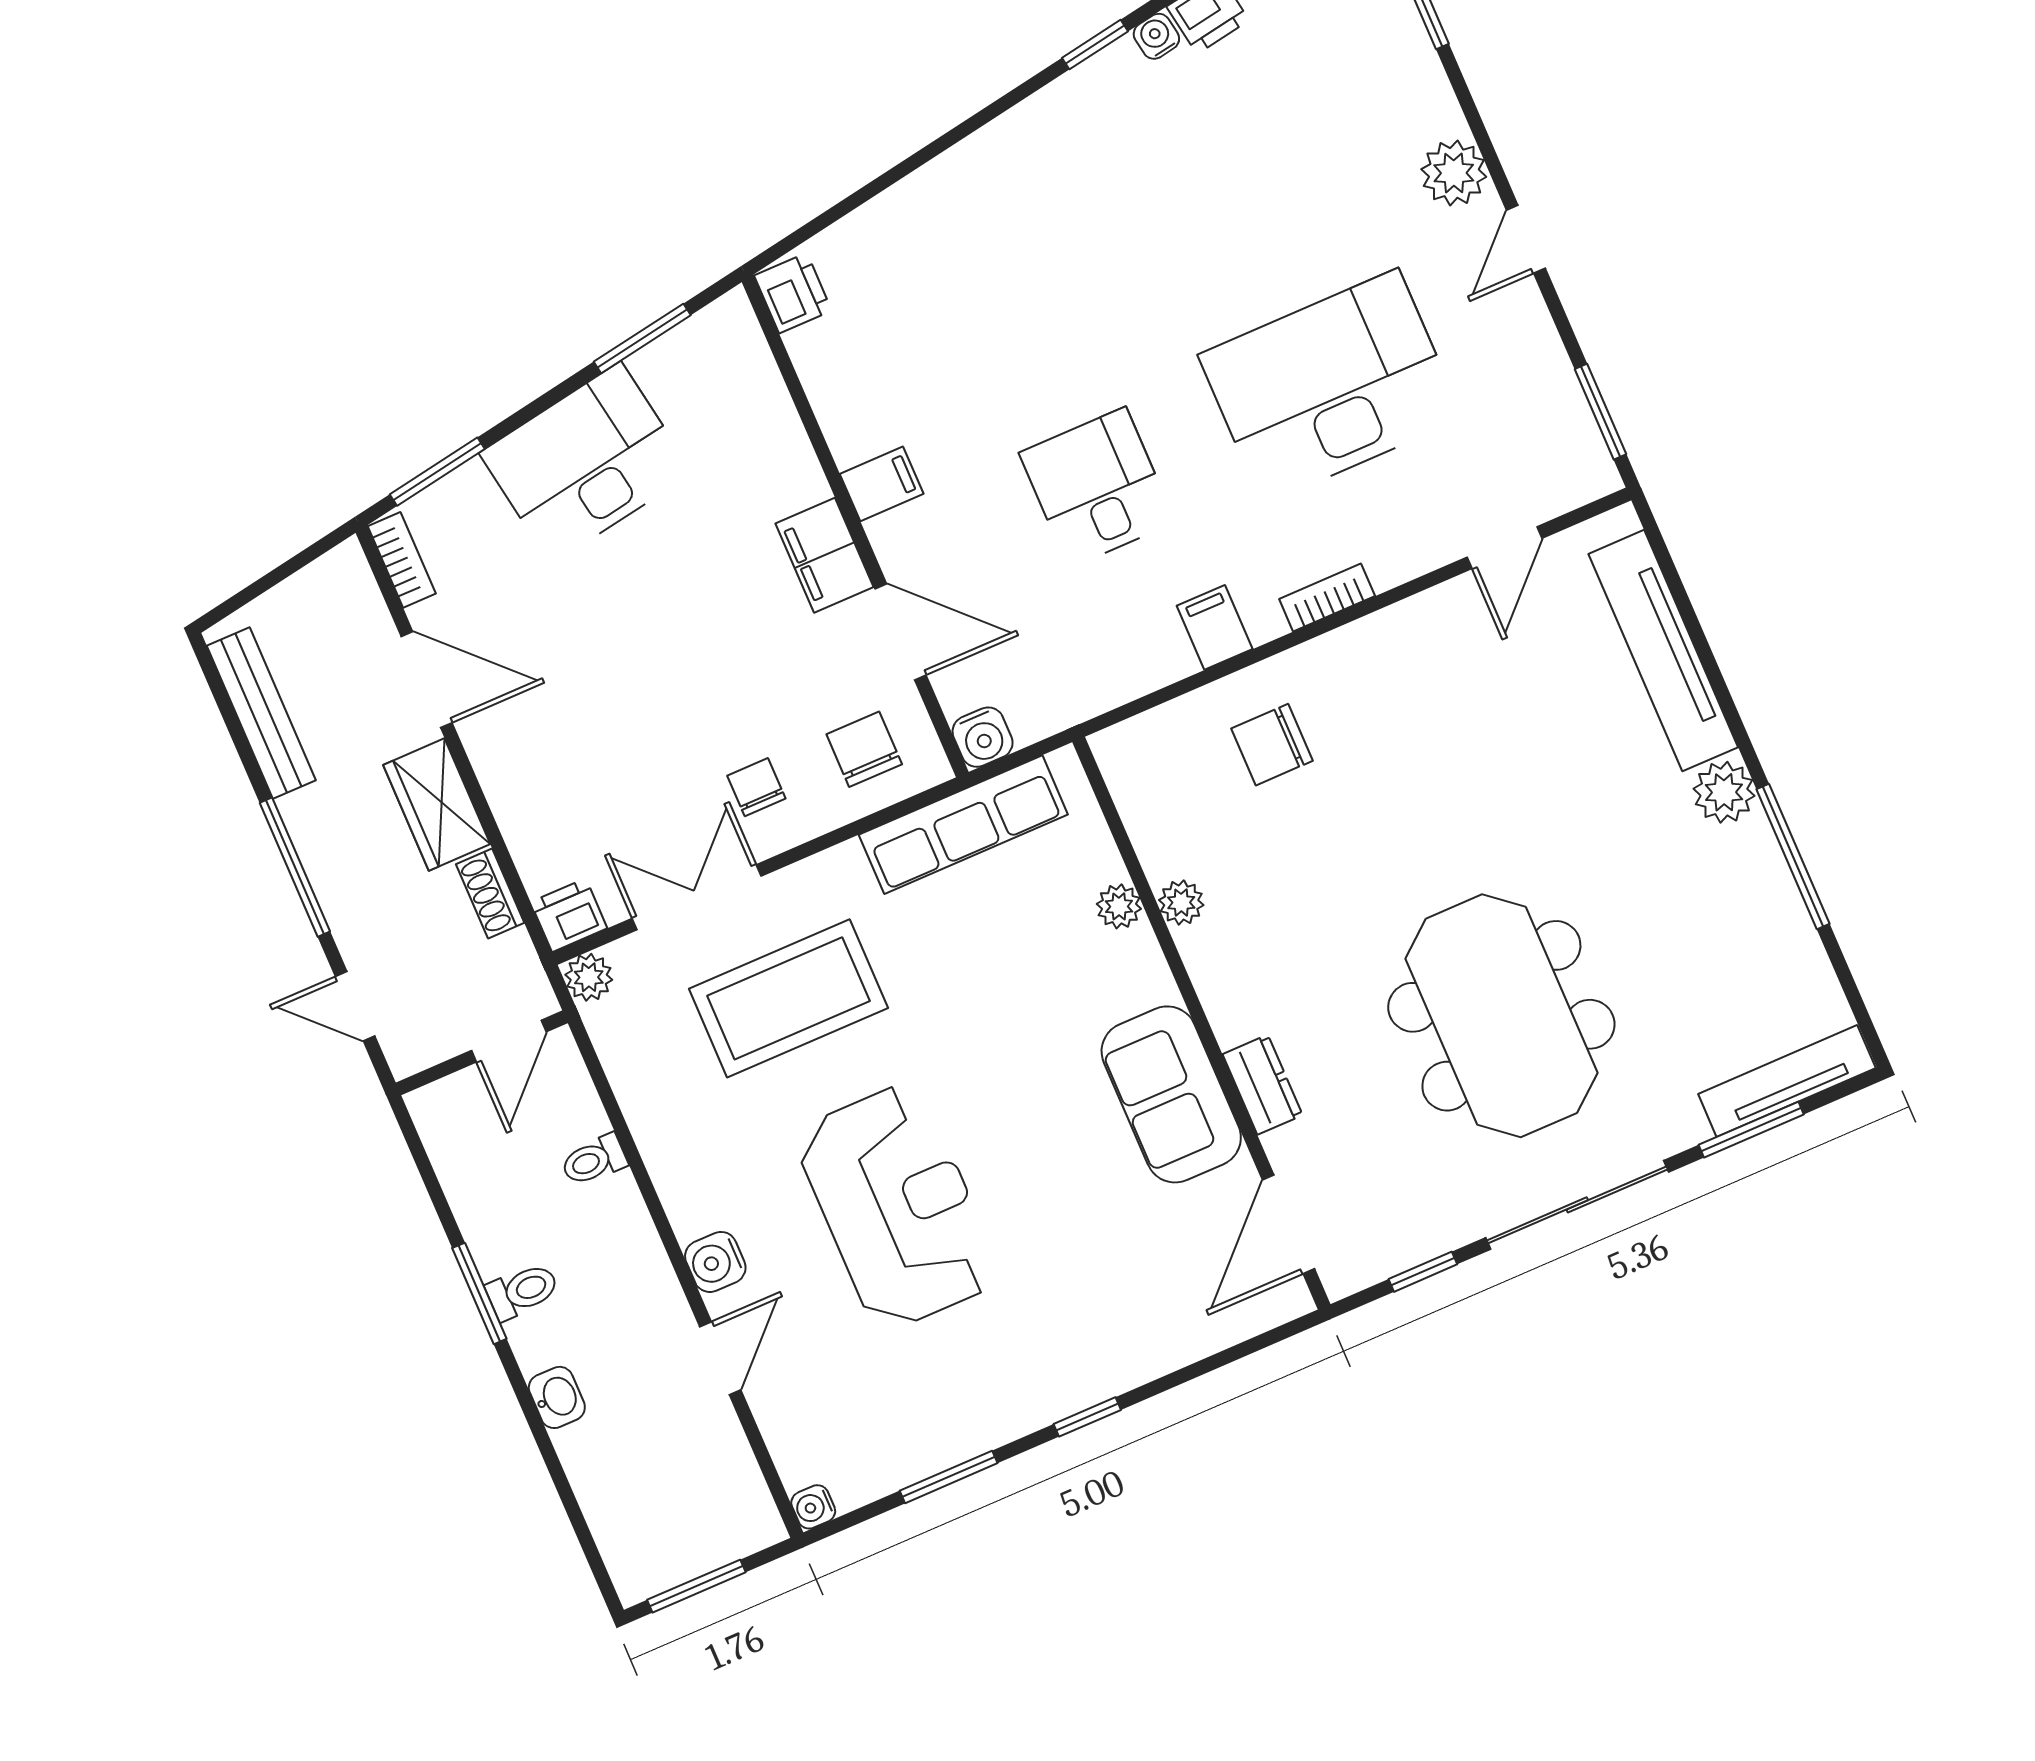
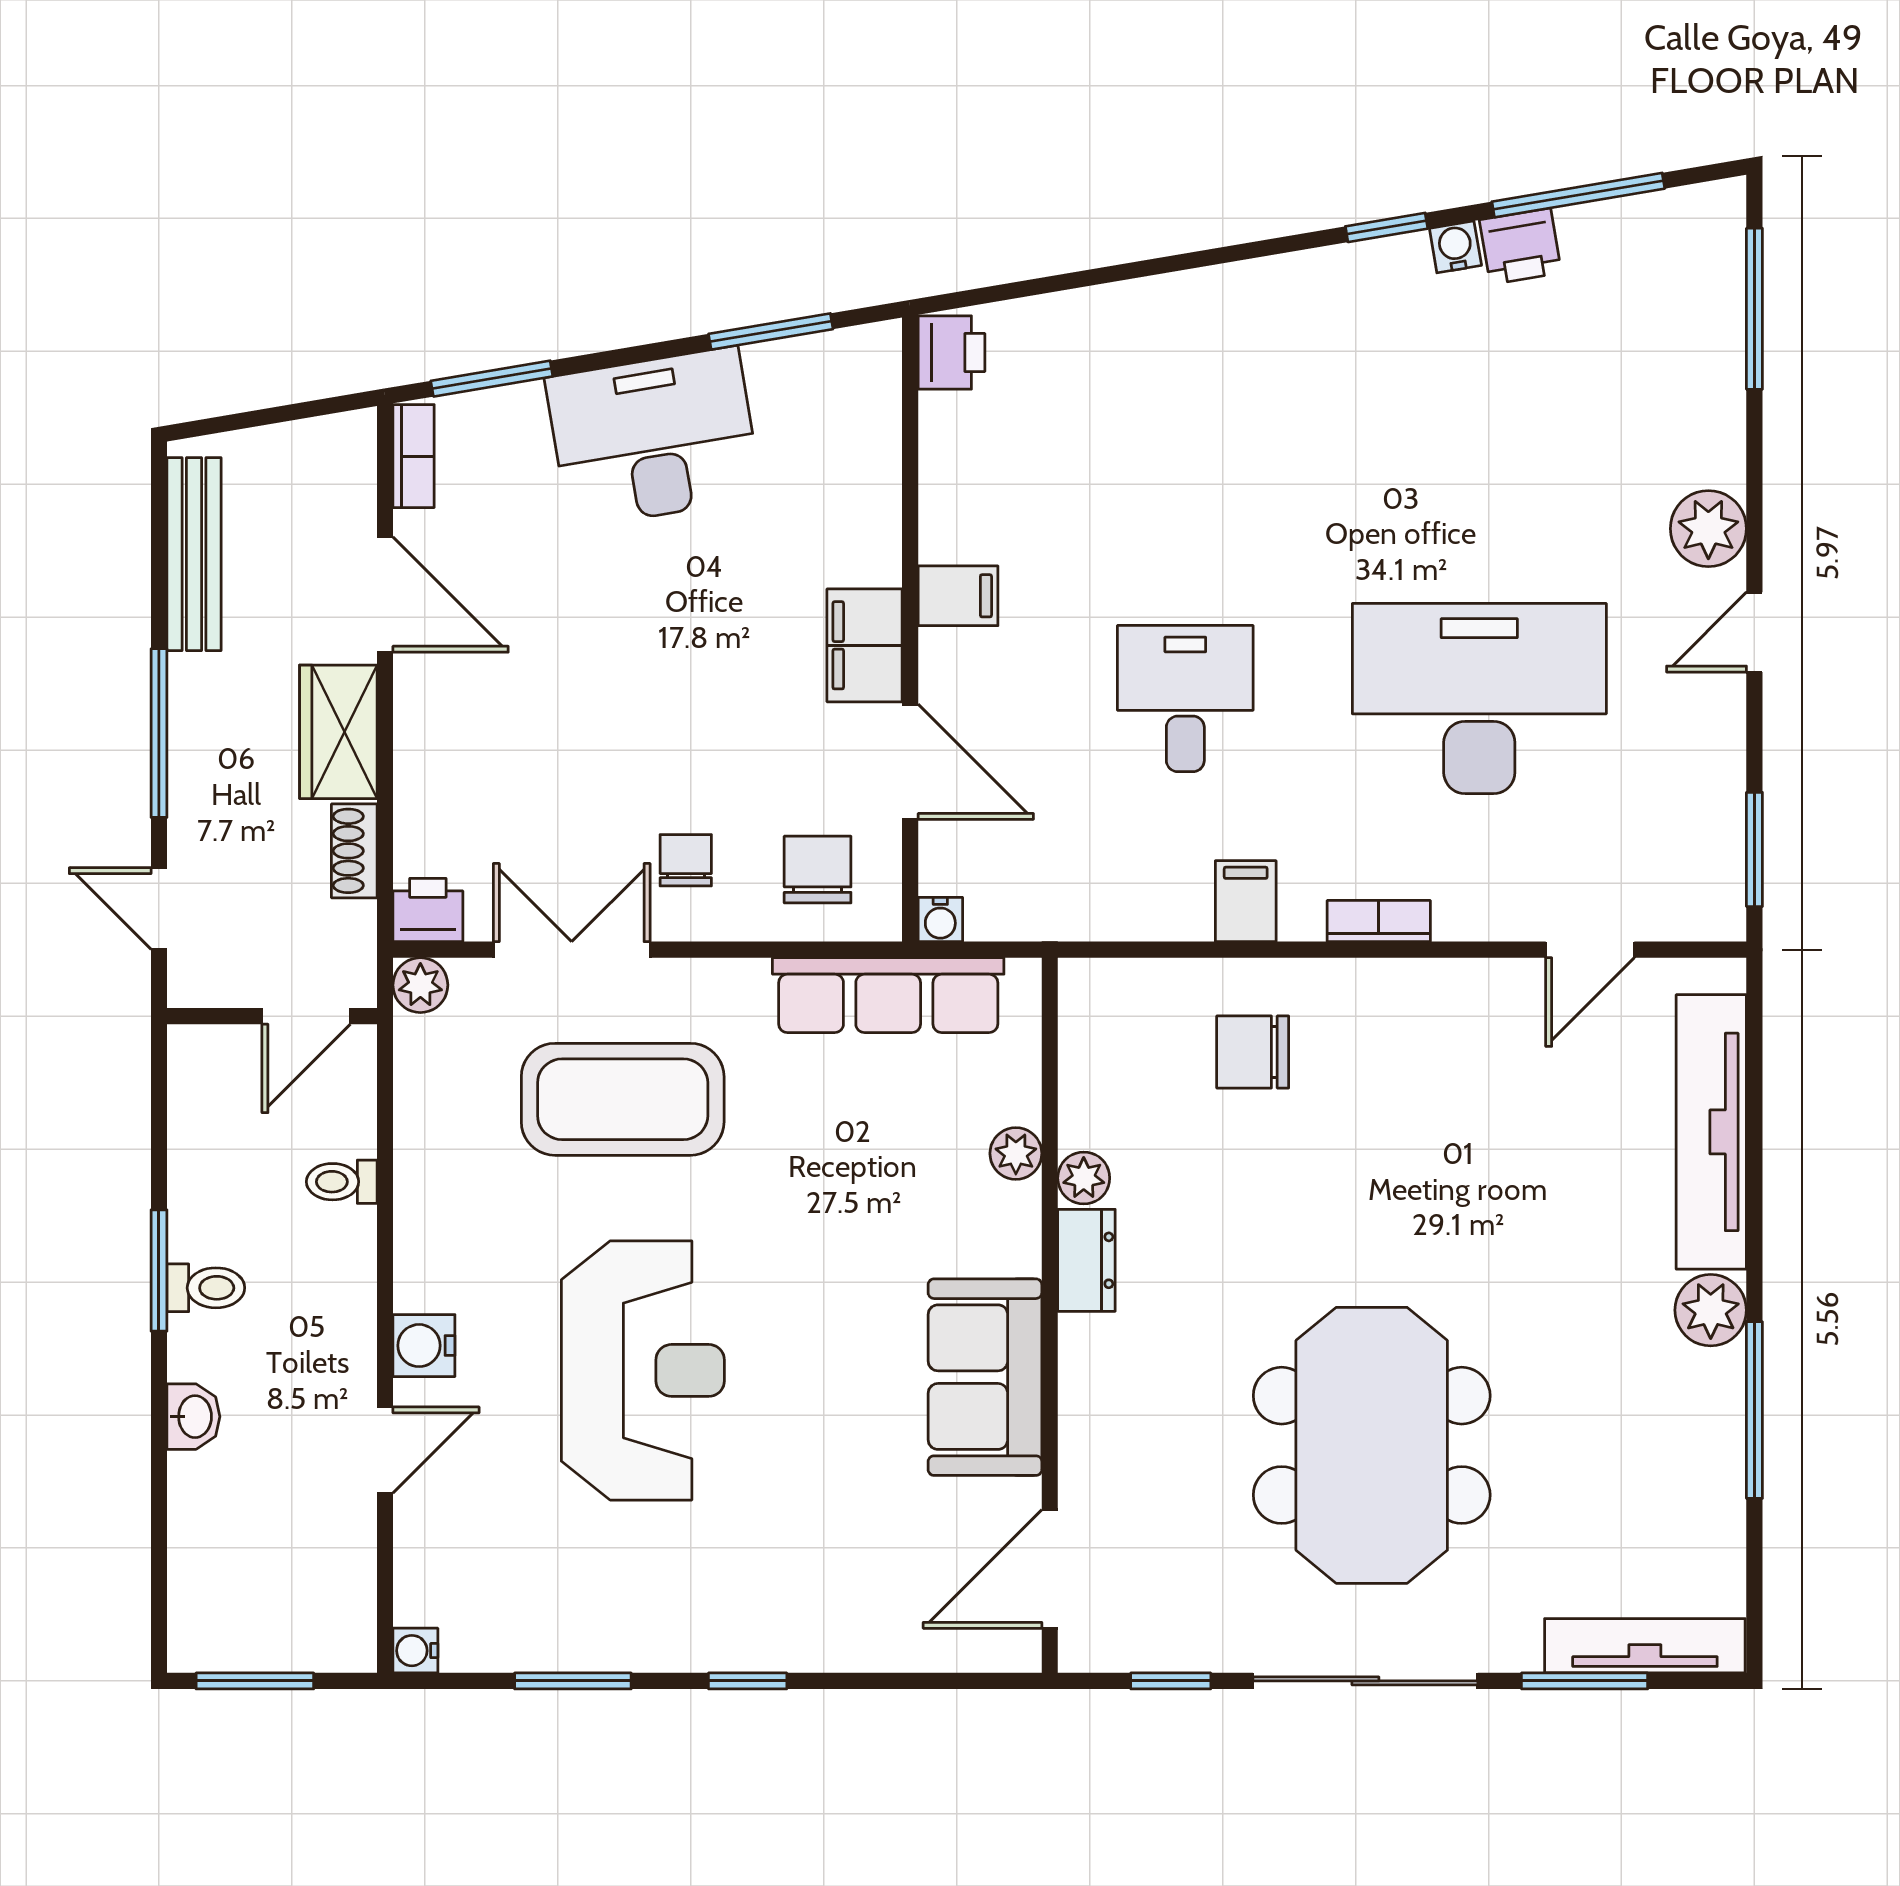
water cooler: (983, 737) -> (940, 920), width x0.72, depth x0.72
dresser: (1263, 1085) -> (1086, 1260), moved

